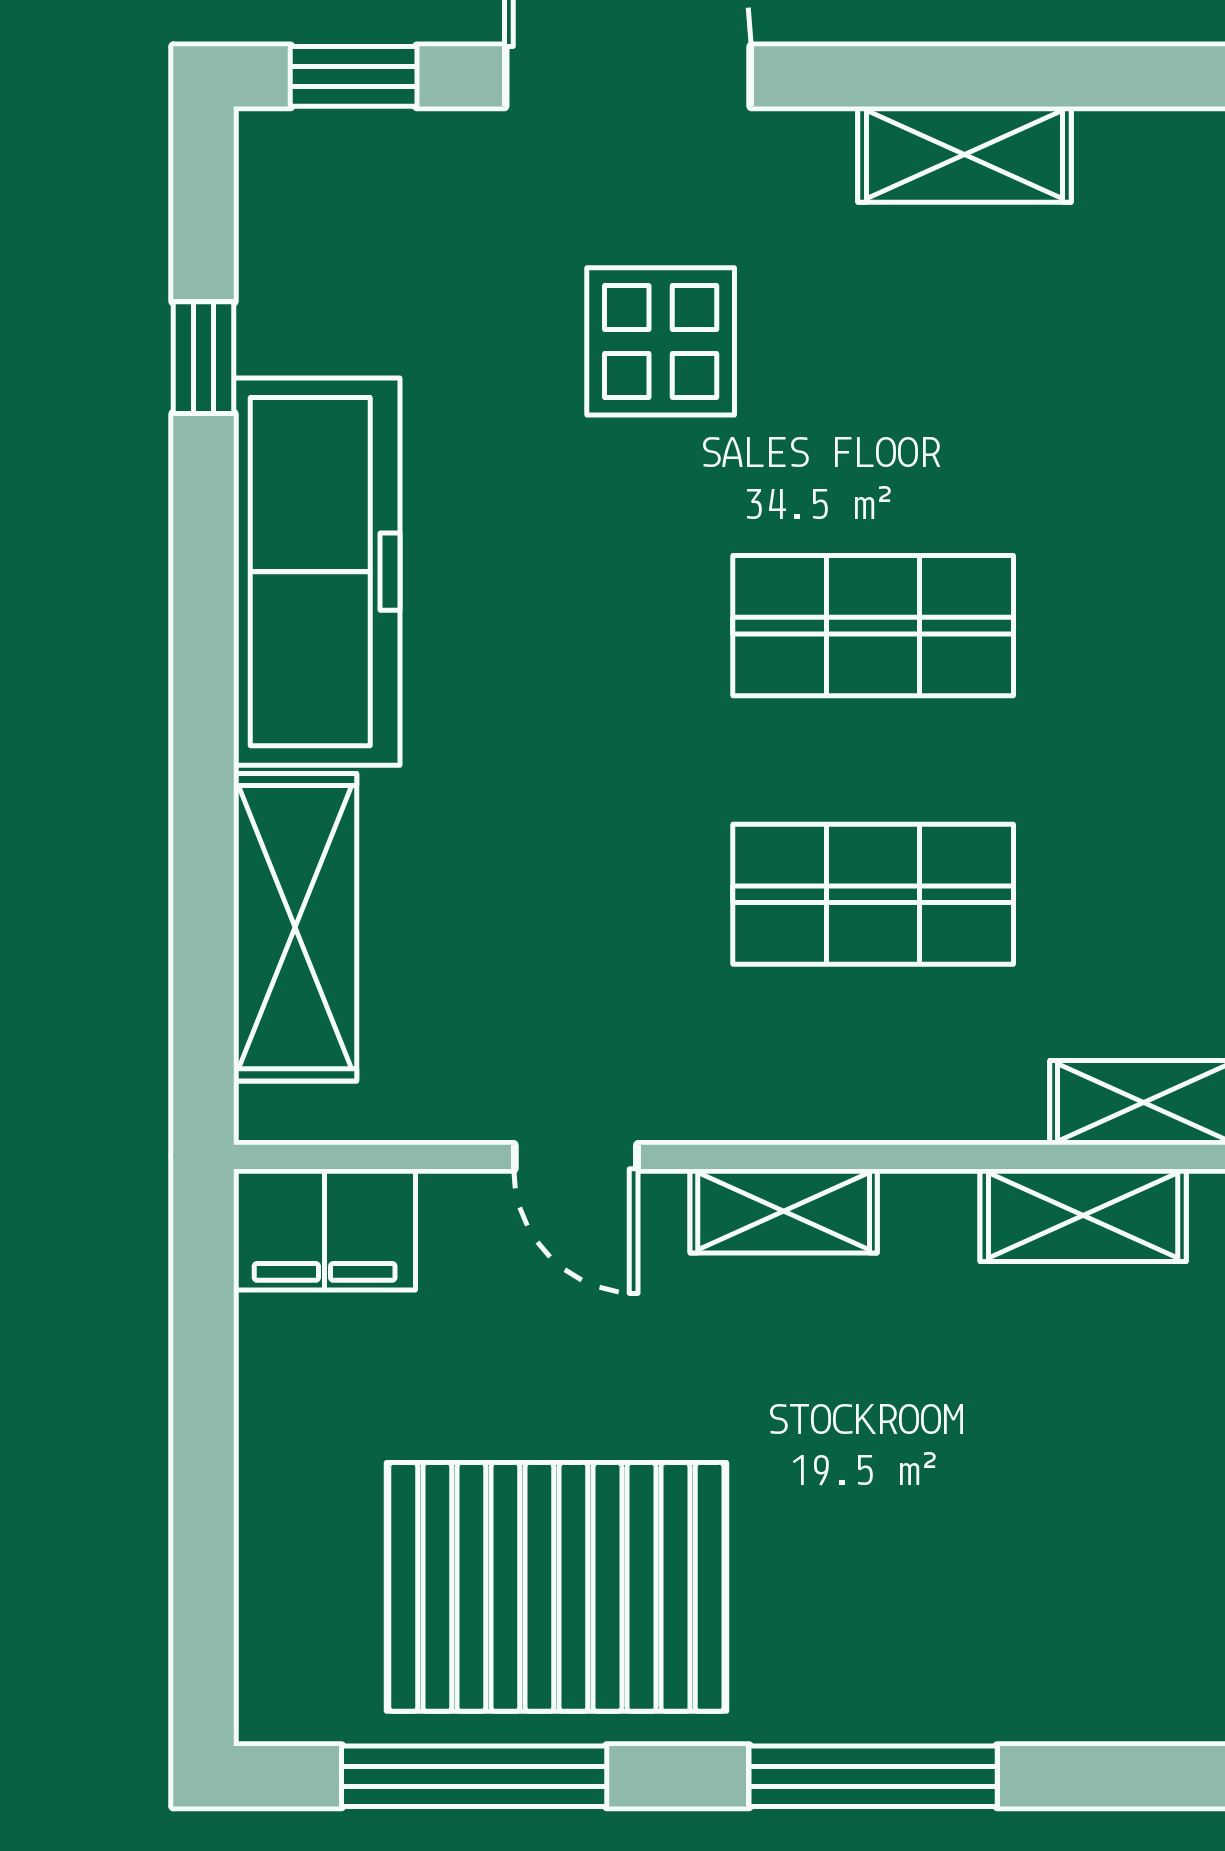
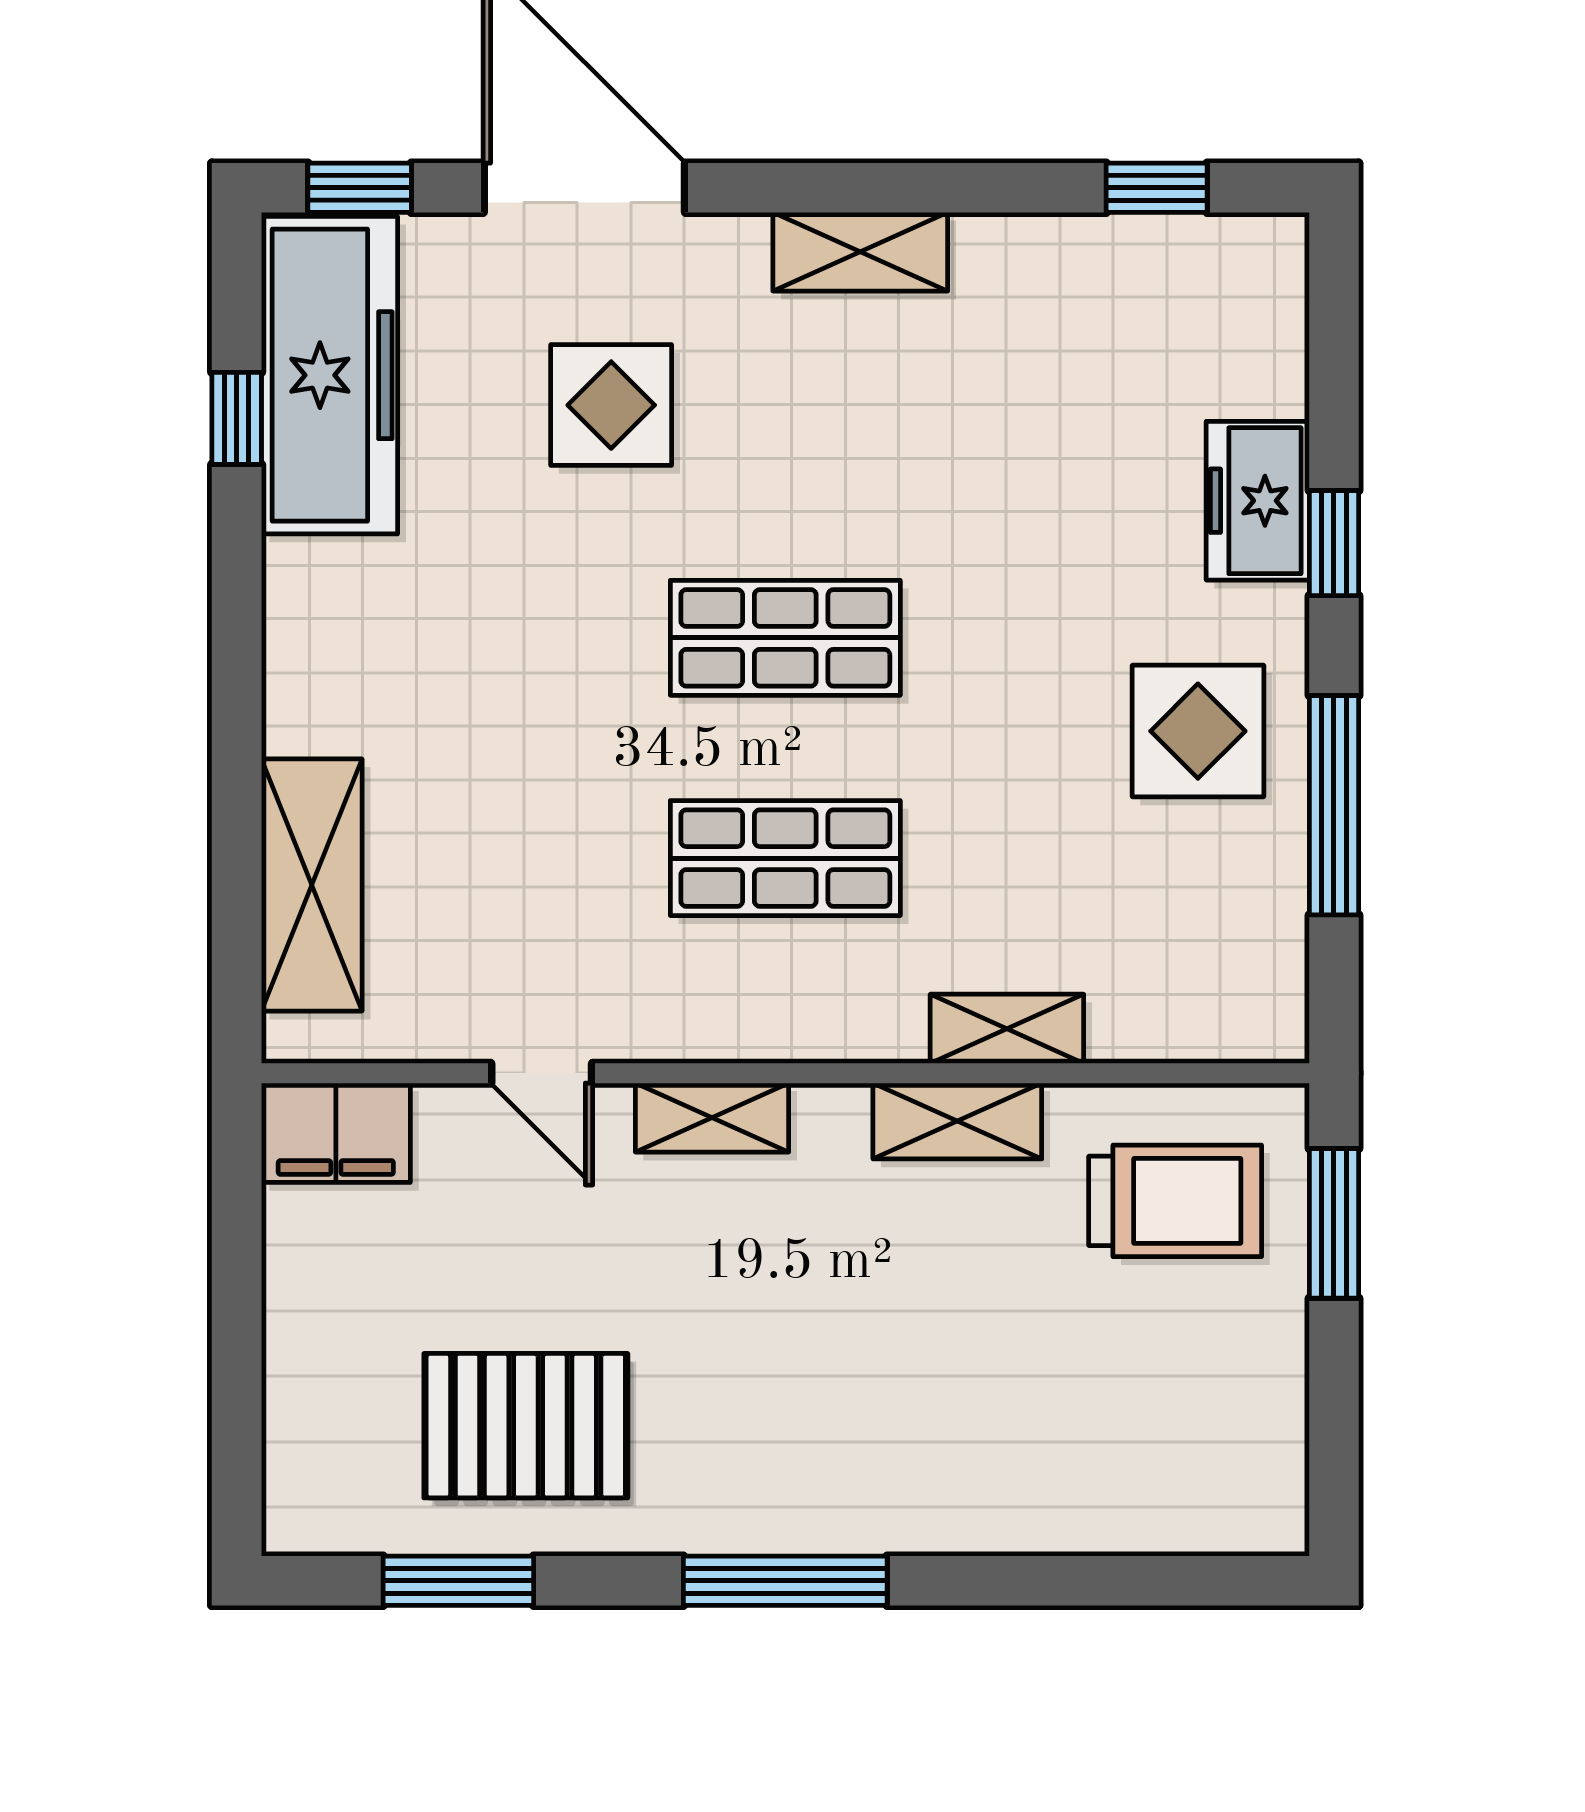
freezer: (317, 572) -> (329, 375), moved
pallet: (556, 1587) -> (526, 1426), width x0.73, depth x0.71
window: (474, 1776) -> (458, 1581), width x0.69

